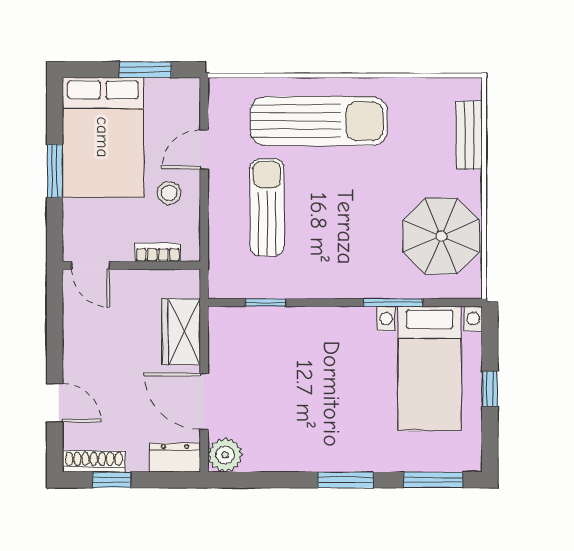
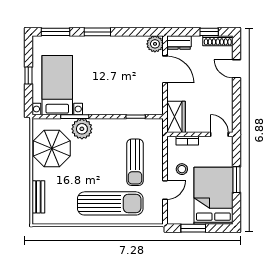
sun lounger: (319, 121) -> (110, 203), turned 180
plant: (378, 277) -> (82, 129), added
wardrobe: (181, 332) -> (176, 117), moved

